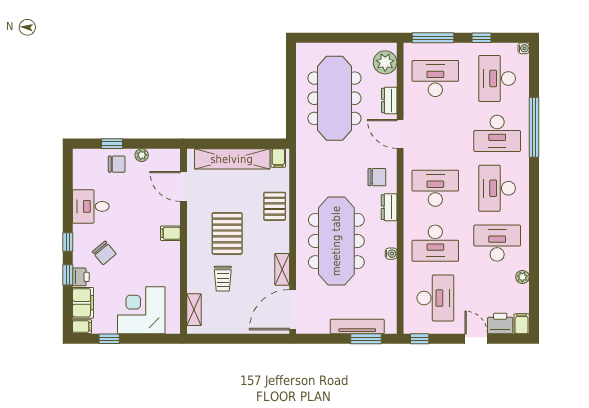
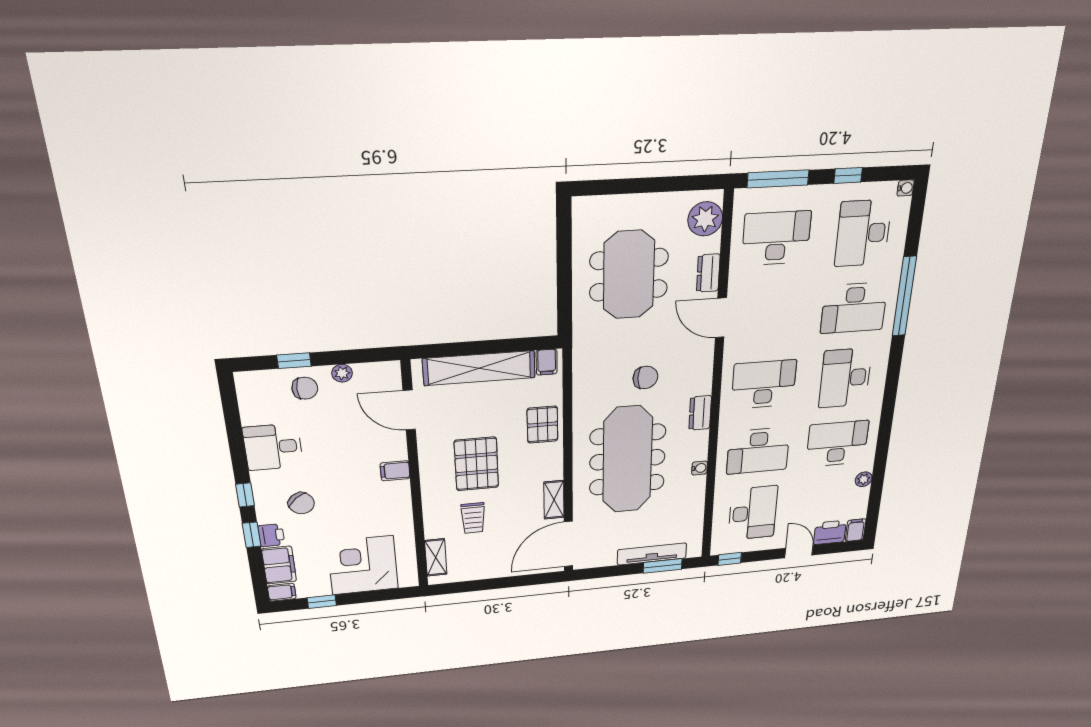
meeting table: (334, 98) -> (629, 275), width x0.73
chair: (377, 177) -> (645, 377), moved

